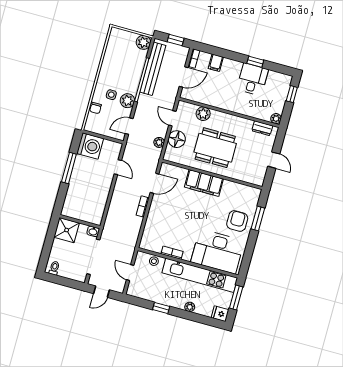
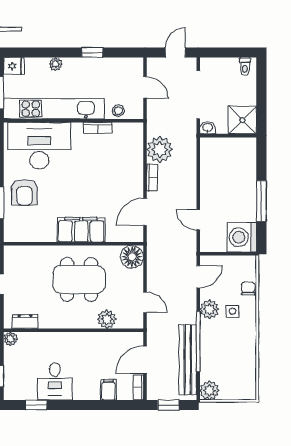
window: (255, 62) -> (36, 405), moved
floor lamp: (177, 139) -> (132, 257), moved
plant: (159, 142) -> (160, 150), moved, width x1.88, depth x1.88

